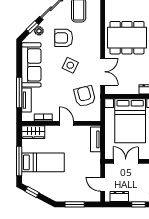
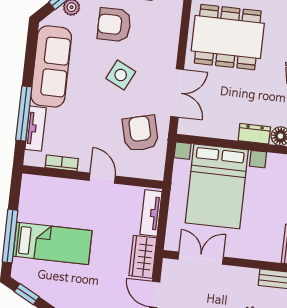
wardrobe: (33, 132) -> (143, 257), moved, turned 90

